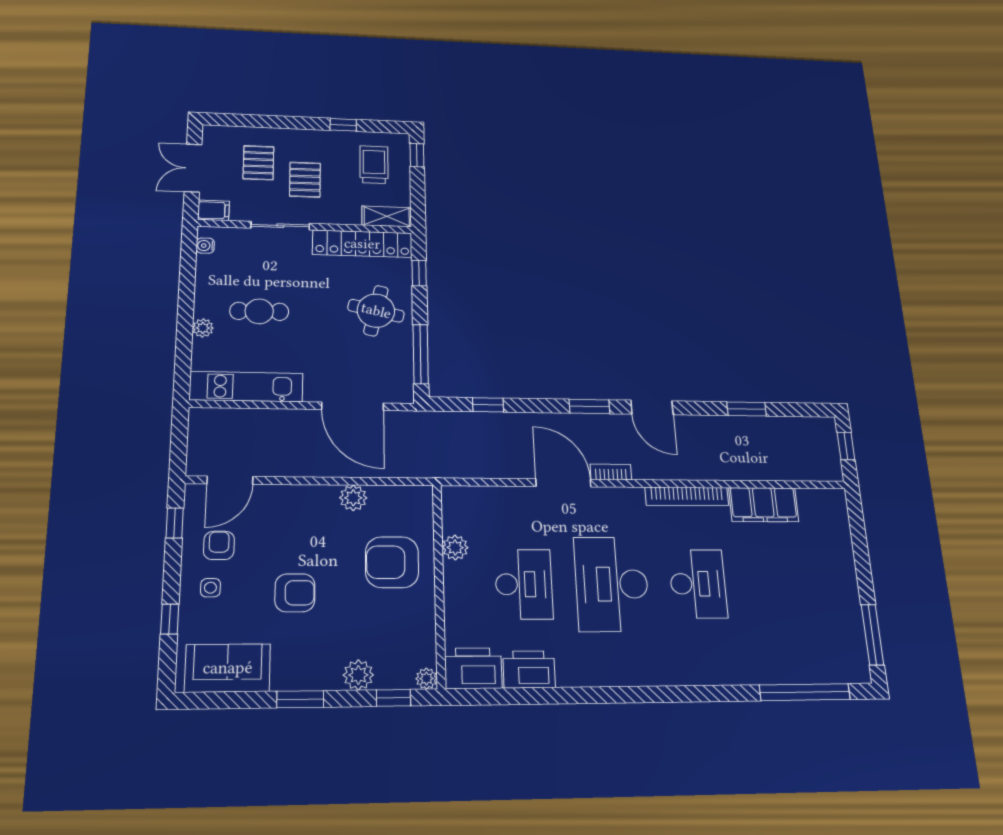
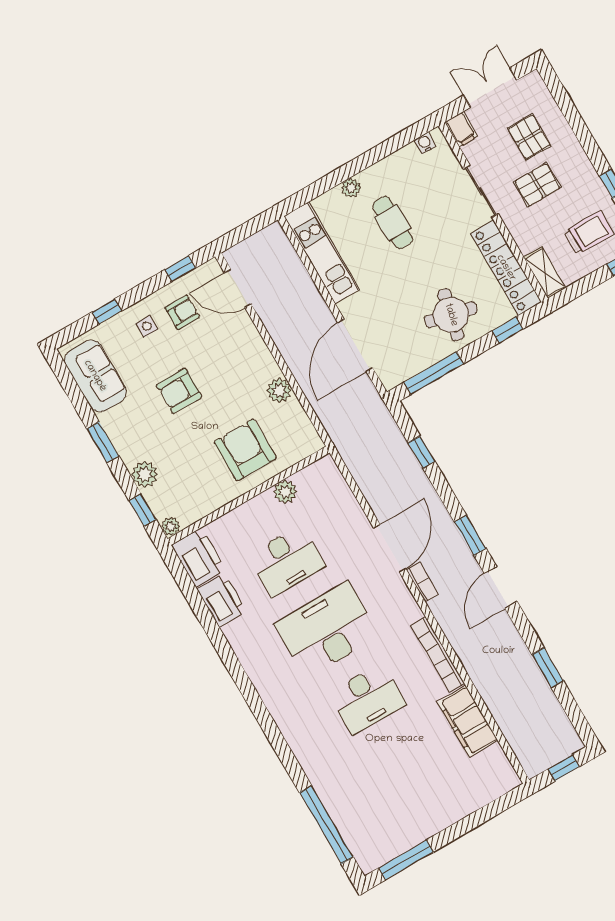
pallet: (258, 163) -> (529, 137), turned 90
armchair: (295, 593) -> (179, 391), turned 90

